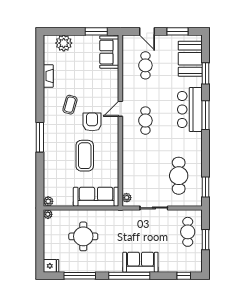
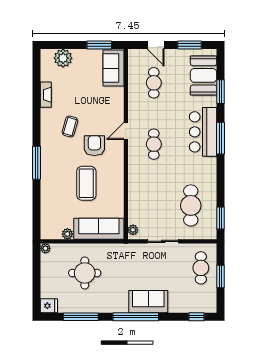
plant: (48, 201) -> (67, 234), moved

